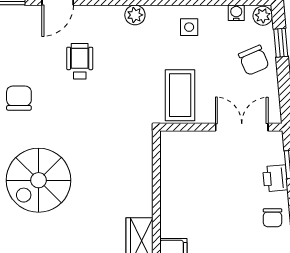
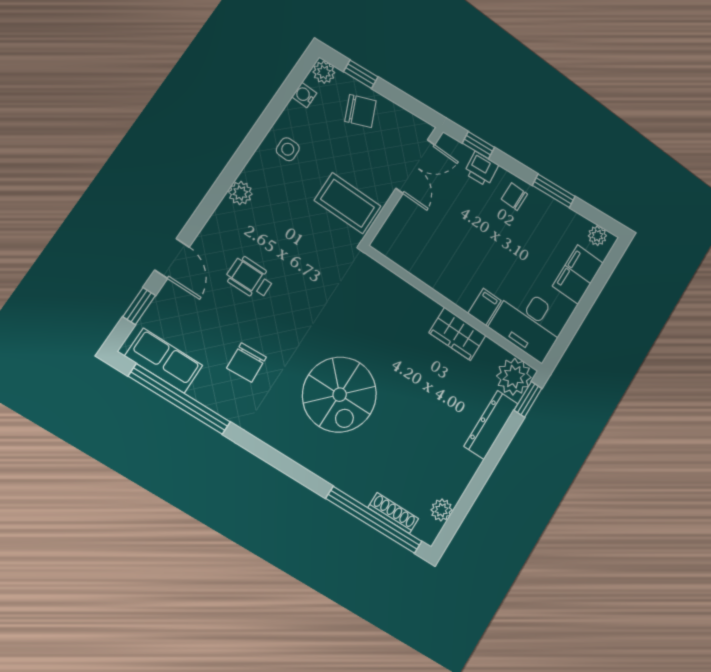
chair: (19, 98) -> (247, 363), turned -93
double door: (242, 127) -> (415, 167), swing flipped
chair: (272, 218) -> (514, 197), turned 180

